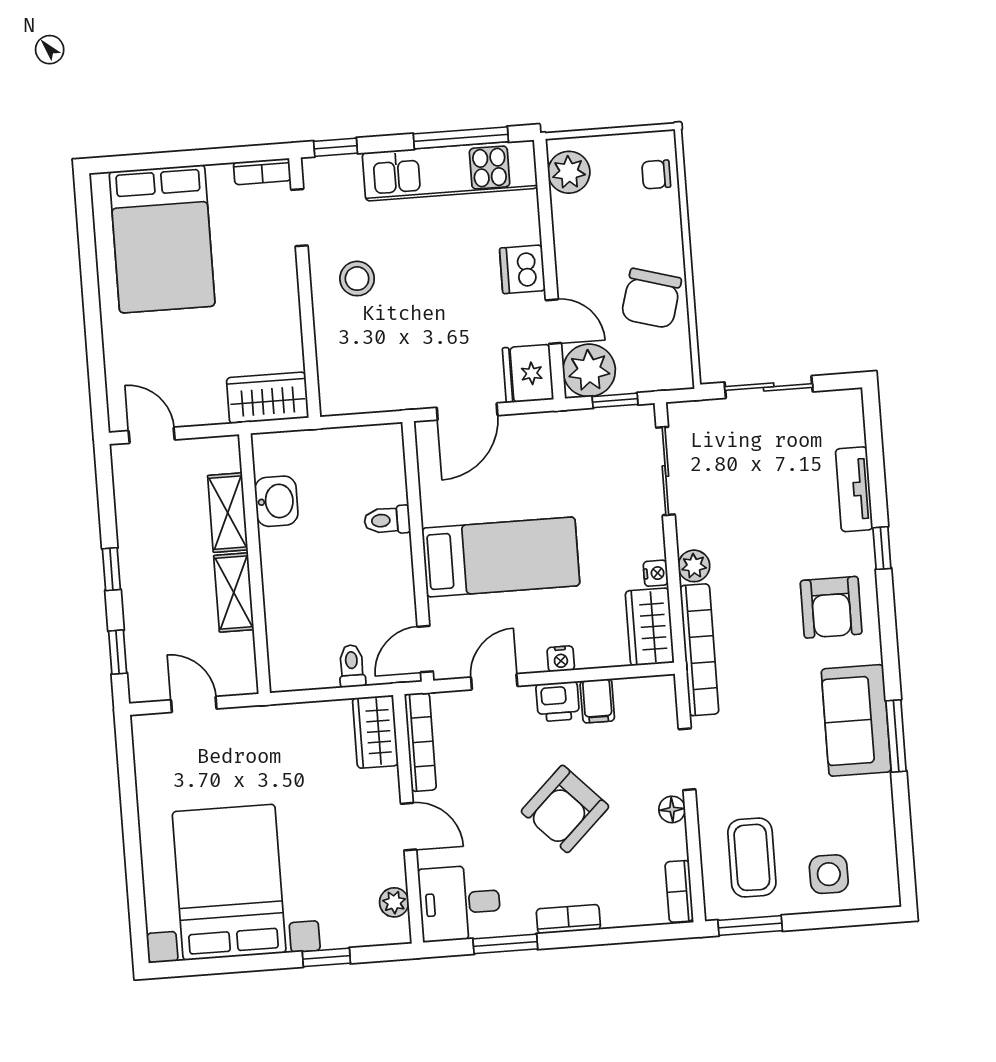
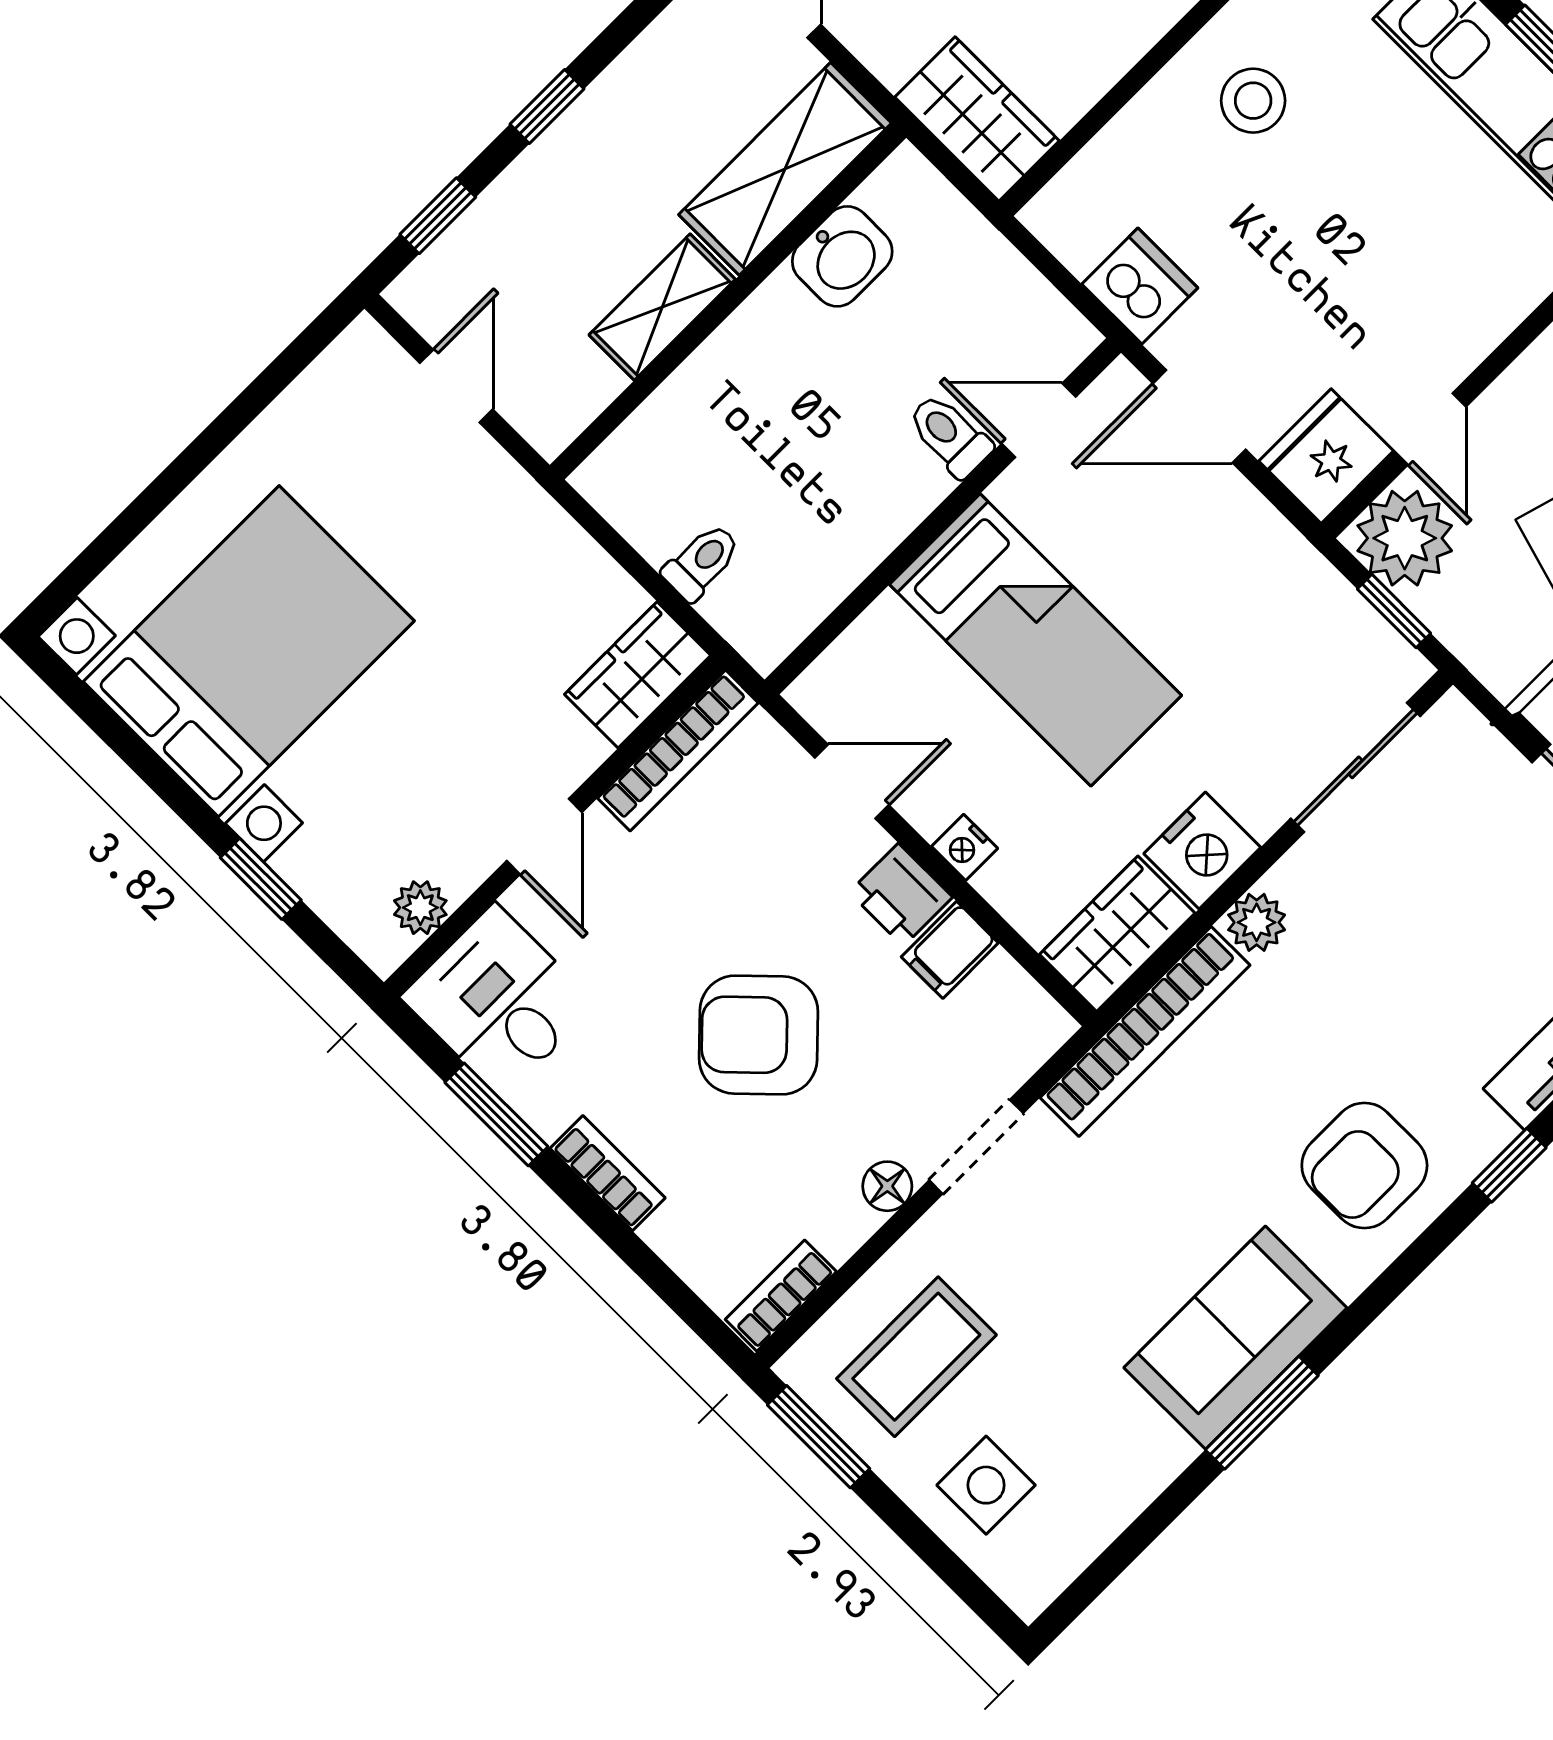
dishwasher: (522, 269) -> (1140, 286), moved, turned 90
shelving: (228, 513) -> (785, 169), width x1.50, depth x1.33
nightstand: (656, 573) -> (1202, 851), width x1.89, depth x1.79
door: (425, 649) -> (1039, 420), moved

